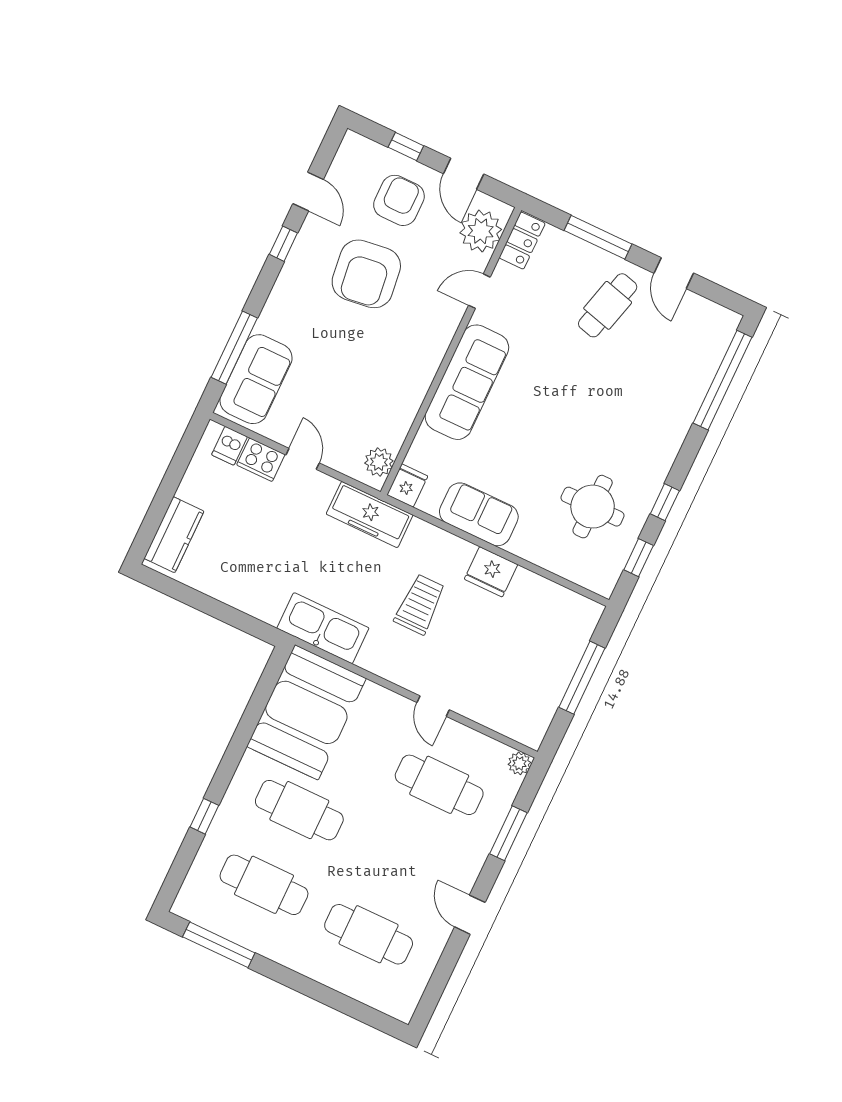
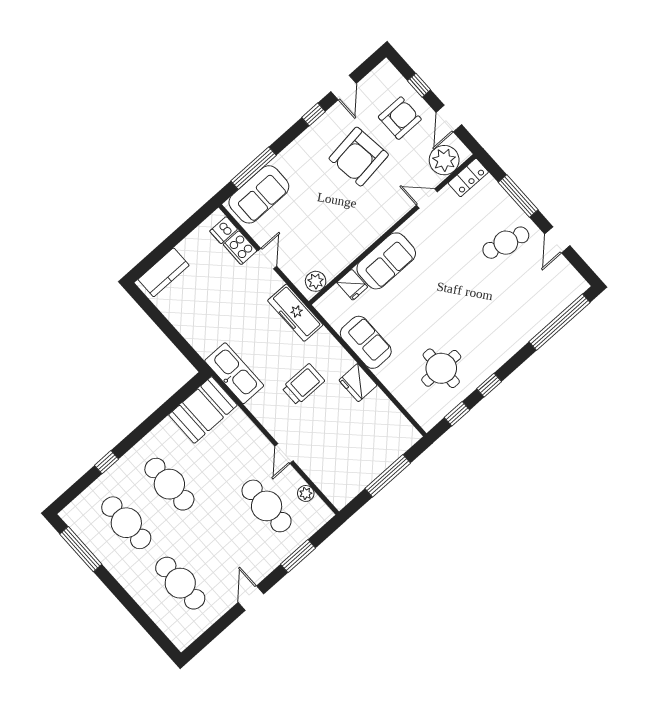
sofa: (467, 382) -> (386, 261), width x0.73
fridge: (407, 485) -> (352, 285), moved, turned 90
booth: (306, 712) -> (203, 410), width x0.73, depth x0.70
plant: (519, 763) -> (306, 493), moved

